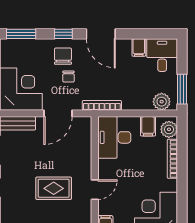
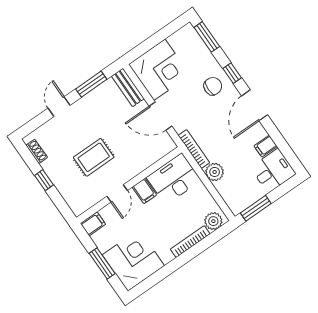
chair: (68, 77) -> (199, 103), removed
plant: (162, 102) -> (215, 172), moved
filing cabinet: (148, 126) -> (144, 191), moved, turned -90
rug: (54, 188) -> (94, 157), turned 90
door: (95, 190) -> (117, 193), hinge flipped

